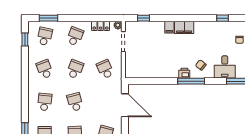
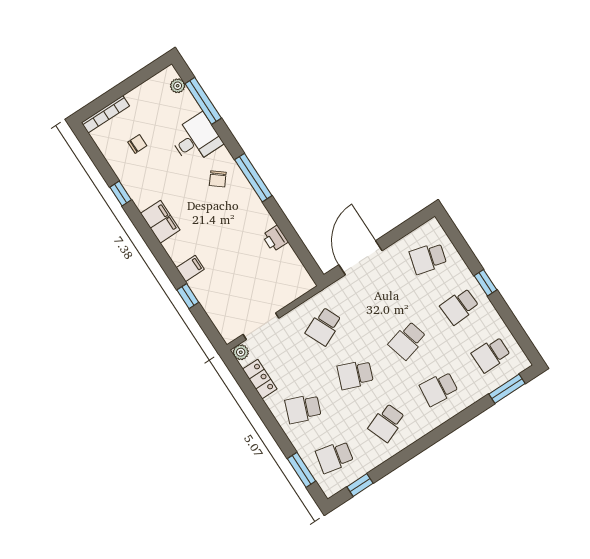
window: (144, 18) -> (188, 296), moved
filing cabinet: (184, 27) -> (160, 222), moved
printer: (184, 73) -> (275, 239), moved

